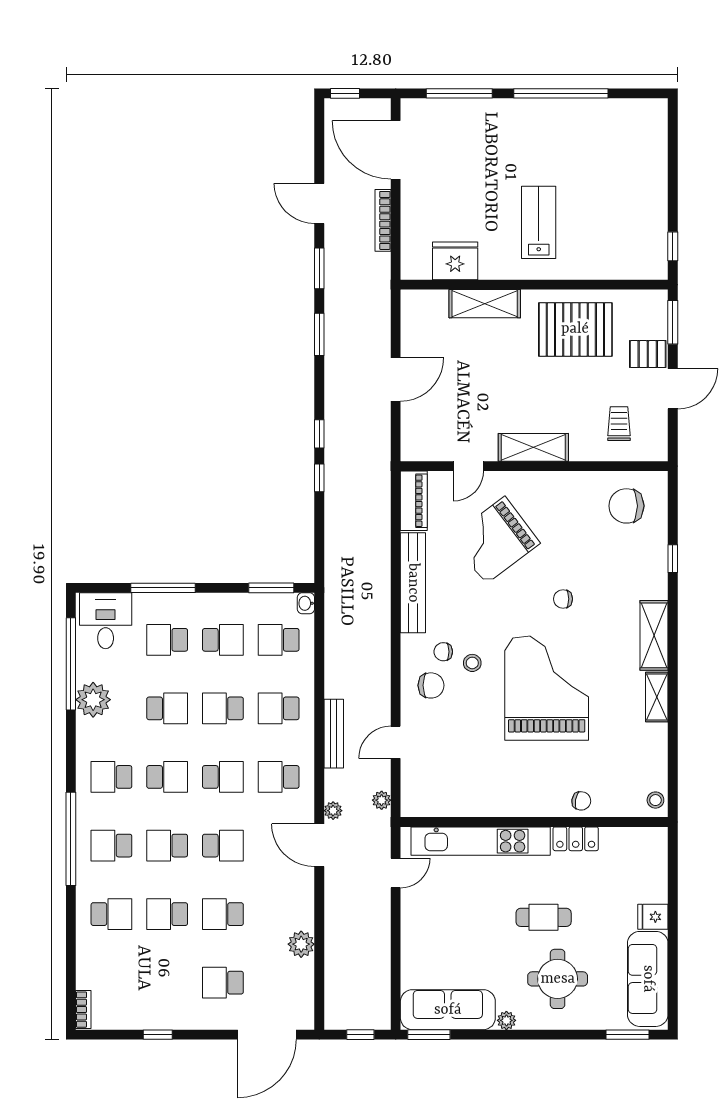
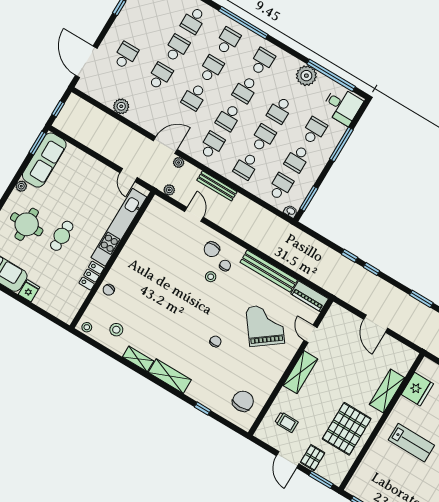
grand piano: (547, 688) -> (176, 306), removed
school desk: (279, 708) -> (246, 166), turned 180
stool: (633, 755) -> (116, 330), added

